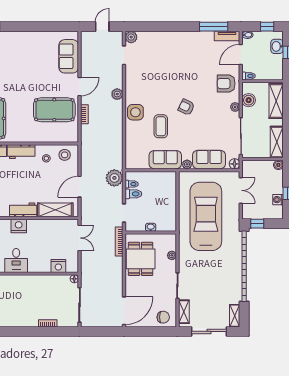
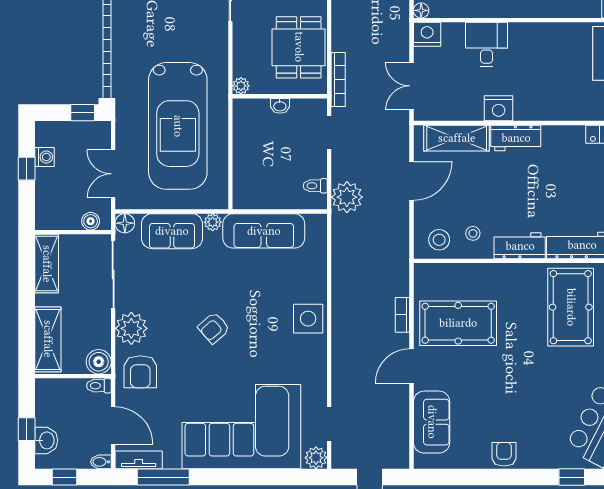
armchair: (30, 39) -> (504, 454), added
corner sofa: (172, 54) -> (241, 427), added
door: (241, 54) -> (113, 425), hinge flipped
armchair: (226, 84) -> (140, 372), turned 90
plant: (117, 94) -> (342, 352), removed
boiler: (249, 100) -> (99, 362), moved
armchair: (186, 107) -> (214, 328), turned 113
plant: (235, 107) -> (131, 328), width x1.87, depth x1.87
coffee table: (161, 126) -> (261, 293), removed
sofa: (165, 160) -> (264, 231), width x1.36
boiler: (278, 165) -> (91, 221), moved
toilet: (133, 194) -> (312, 168), removed
nightstand: (19, 226) -> (499, 108), moved
plant: (172, 255) -> (241, 86), moved
desk: (16, 260) -> (487, 45), moved
nightstand: (58, 266) -> (427, 34), moved

